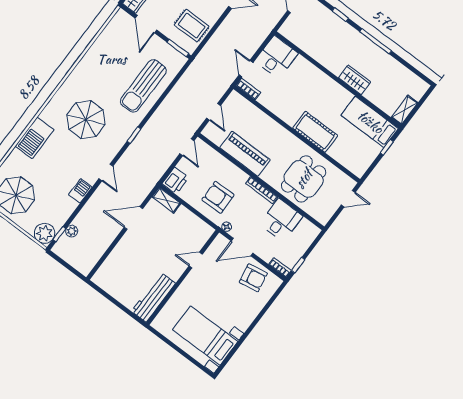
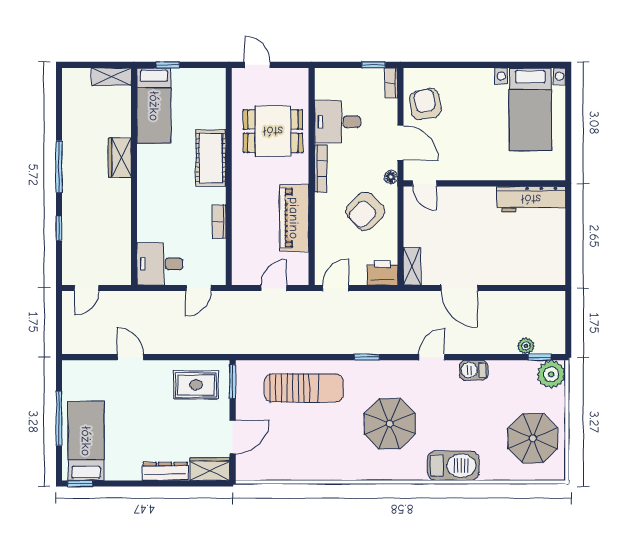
rug: (192, 26) -> (196, 385), turned 90
bookcase: (248, 89) -> (219, 222), moved
armchair: (218, 197) -> (365, 211), turned 46
door: (196, 260) -> (425, 183), moved

